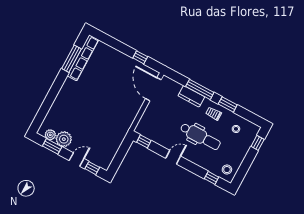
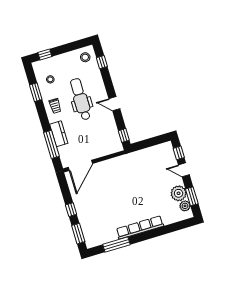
window: (106, 39) -> (78, 234), added
window: (140, 57) -> (71, 210), moved
row of seats: (83, 58) -> (140, 227), moved
window: (200, 89) -> (51, 144), moved
window: (228, 104) -> (36, 92), moved

